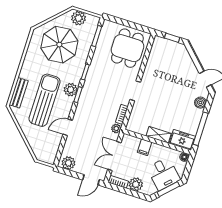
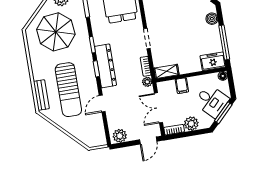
plant: (71, 90) -> (87, 68), removed
dresser: (87, 96) -> (105, 66), added
sun lounger: (45, 100) -> (68, 90), turned 180
shelving: (159, 135) -> (166, 71), moved

